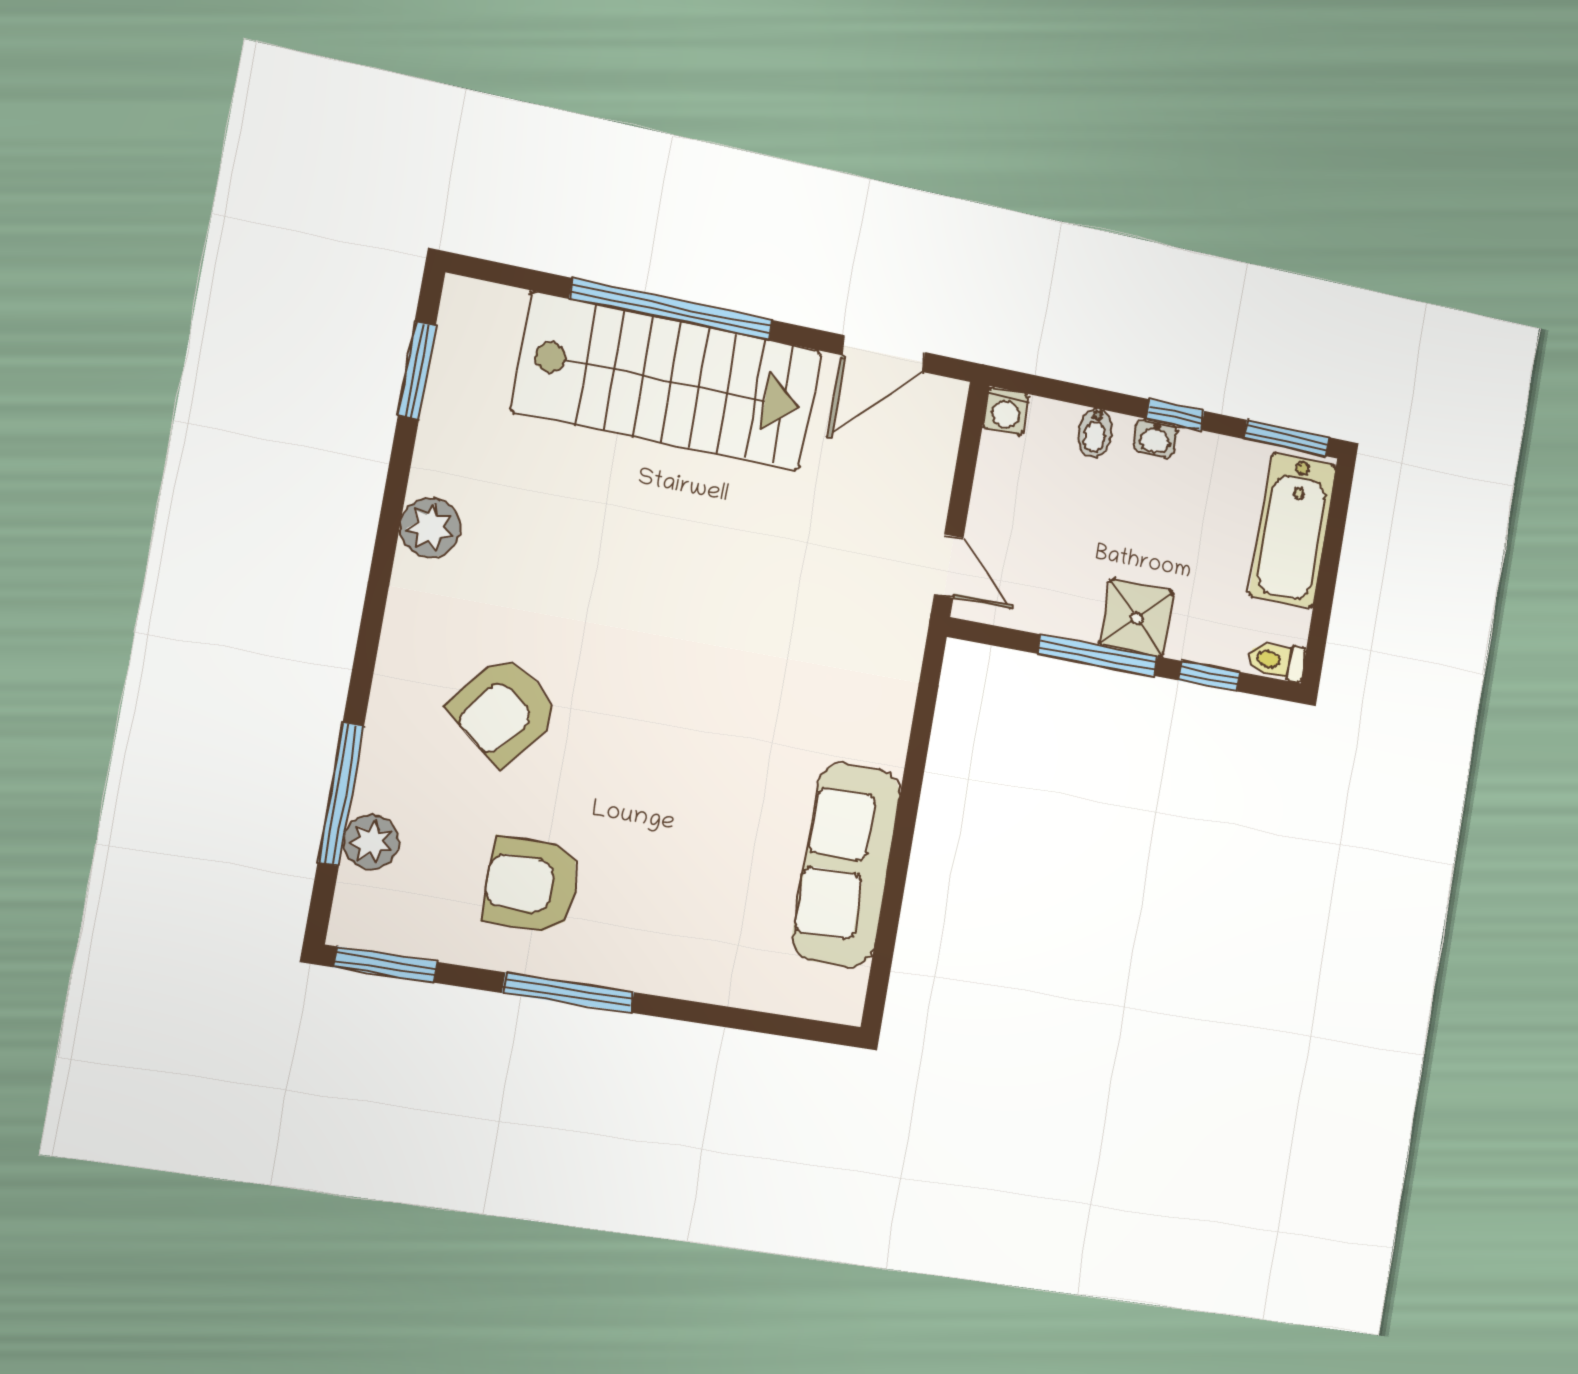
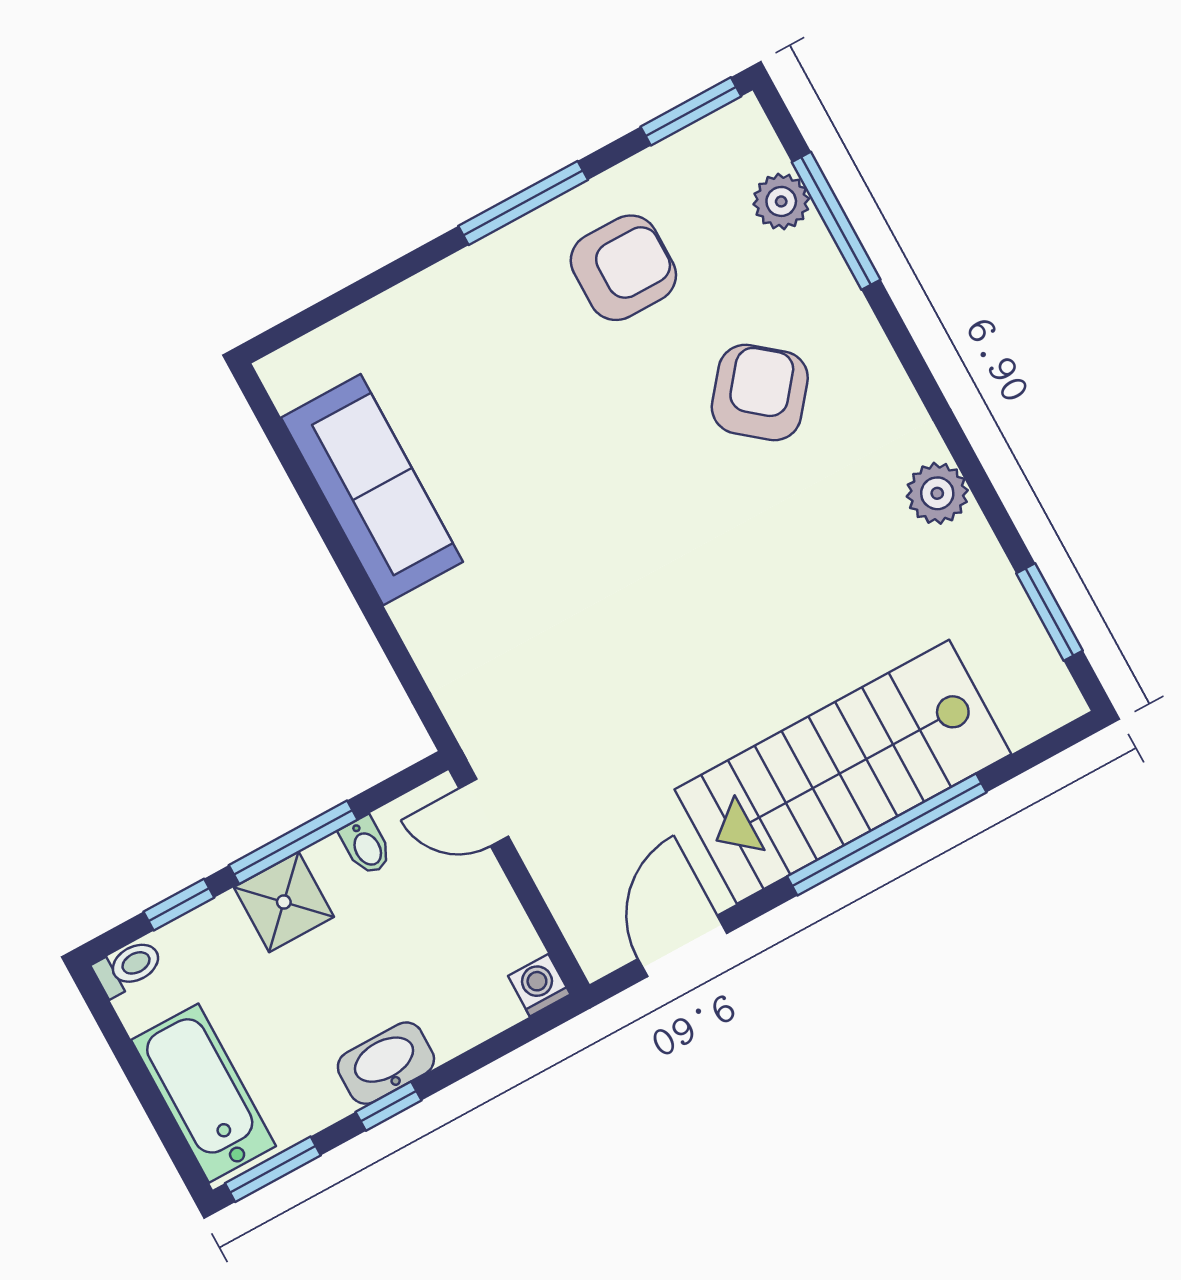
bidet: (1095, 433) -> (366, 846), moved, turned 180
washbasin: (1155, 438) -> (386, 1063), width x1.91, depth x1.45

